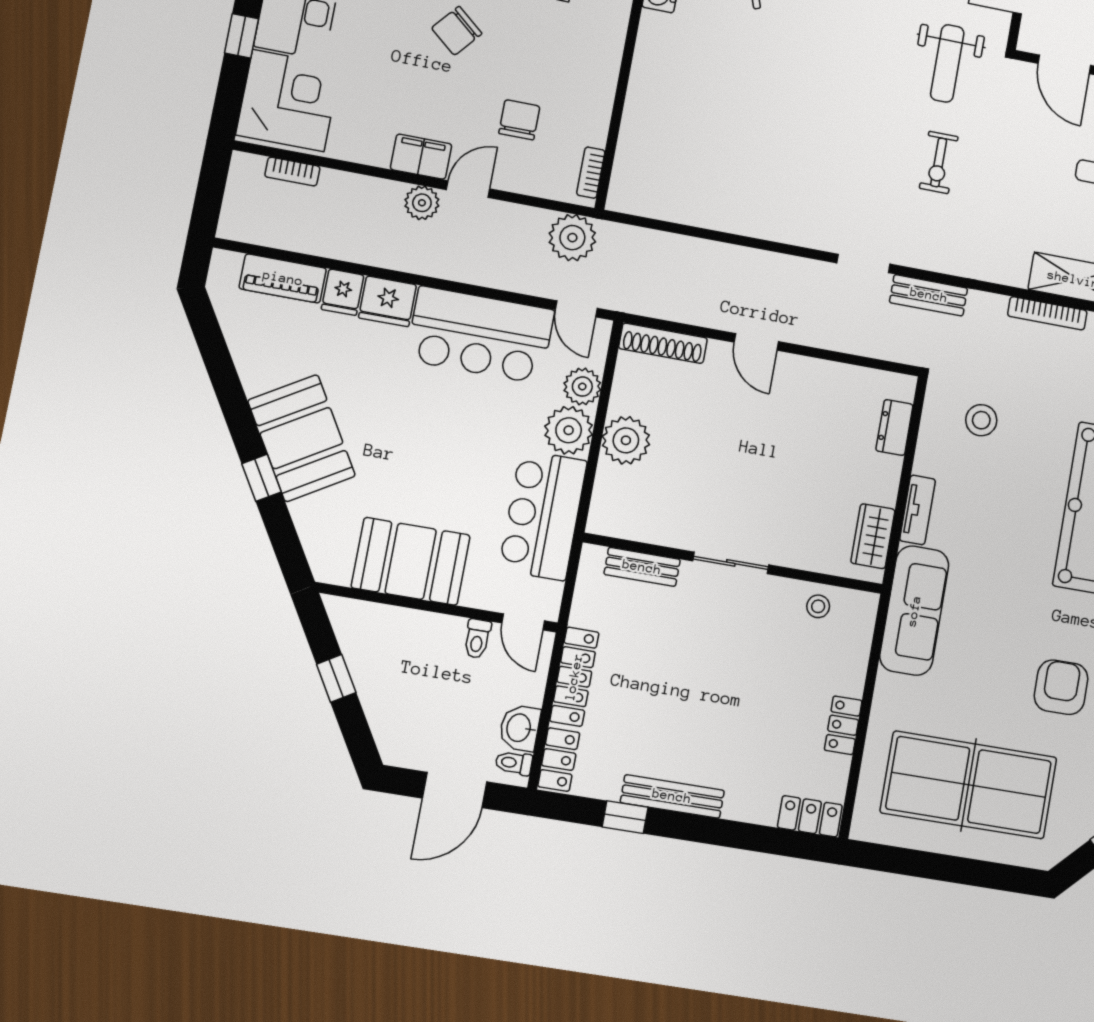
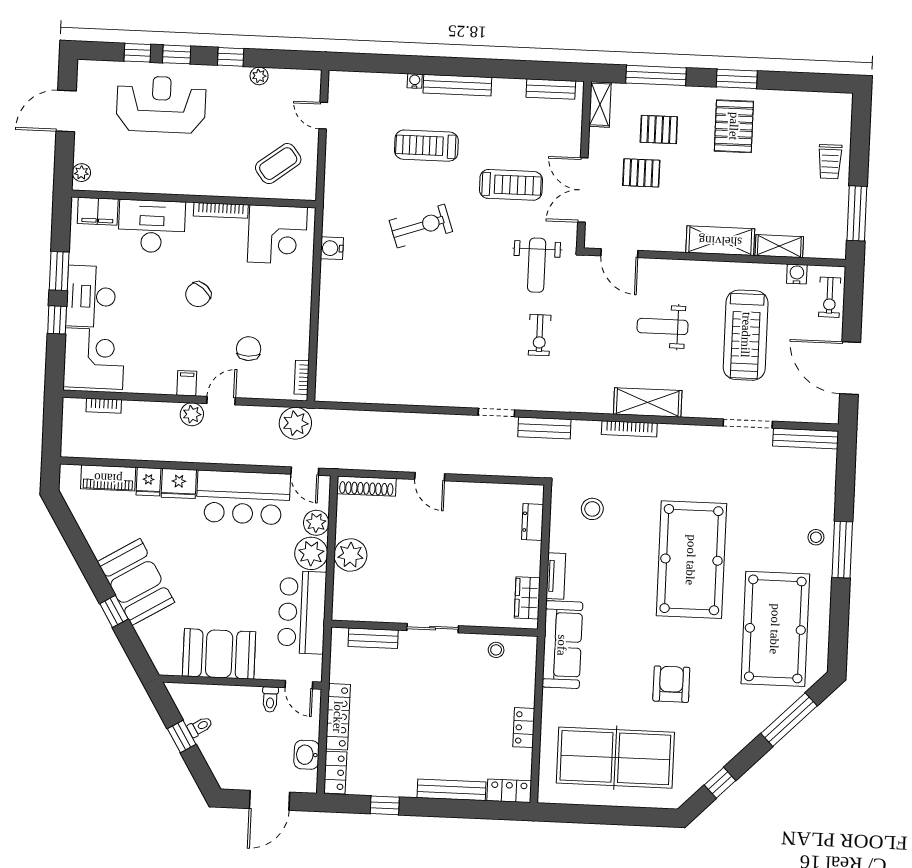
filing cabinet: (421, 157) -> (187, 383), width x0.50
toilet: (514, 763) -> (200, 727), moved, turned 149
bench: (672, 796) -> (451, 790), moved

